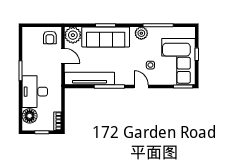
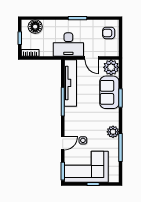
armchair: (50, 37) -> (109, 33), moved
sofa: (106, 37) -> (109, 92), width x0.73
door: (63, 56) -> (92, 58), hinge flipped
door: (141, 87) -> (63, 143), moved
desk: (35, 92) -> (68, 45), moved, turned 180

